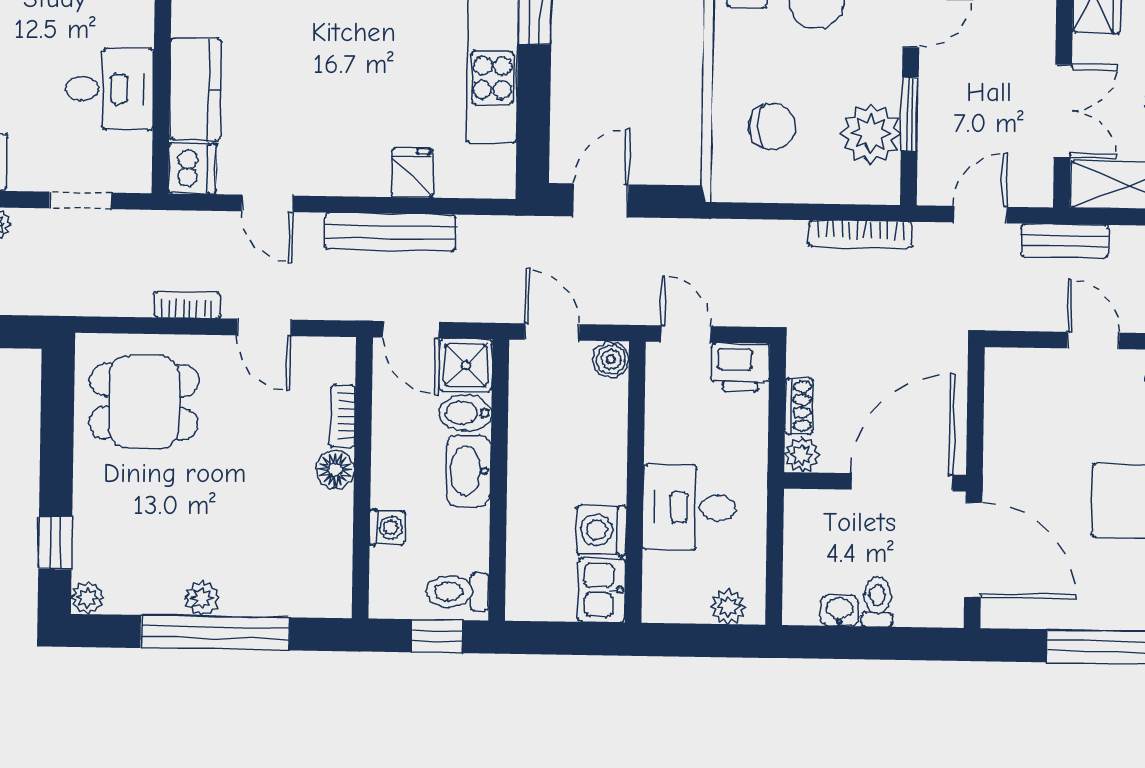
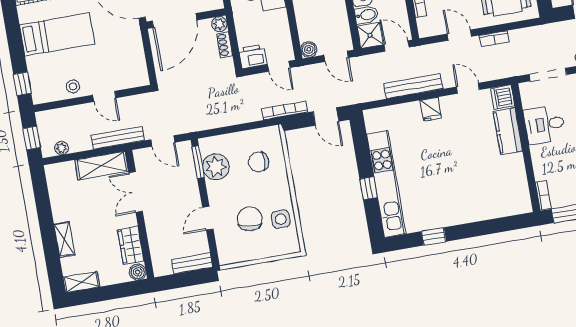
window: (910, 114) -> (198, 162), moved
fridge: (412, 173) -> (431, 109), moved
doorway: (80, 200) -> (548, 74), width x1.38
door: (601, 200) -> (326, 116), hinge flipped
door: (980, 215) -> (163, 141), hinge flipped
bookcase: (861, 234) -> (284, 110), moved
bench: (1065, 241) -> (118, 138), width x1.36

